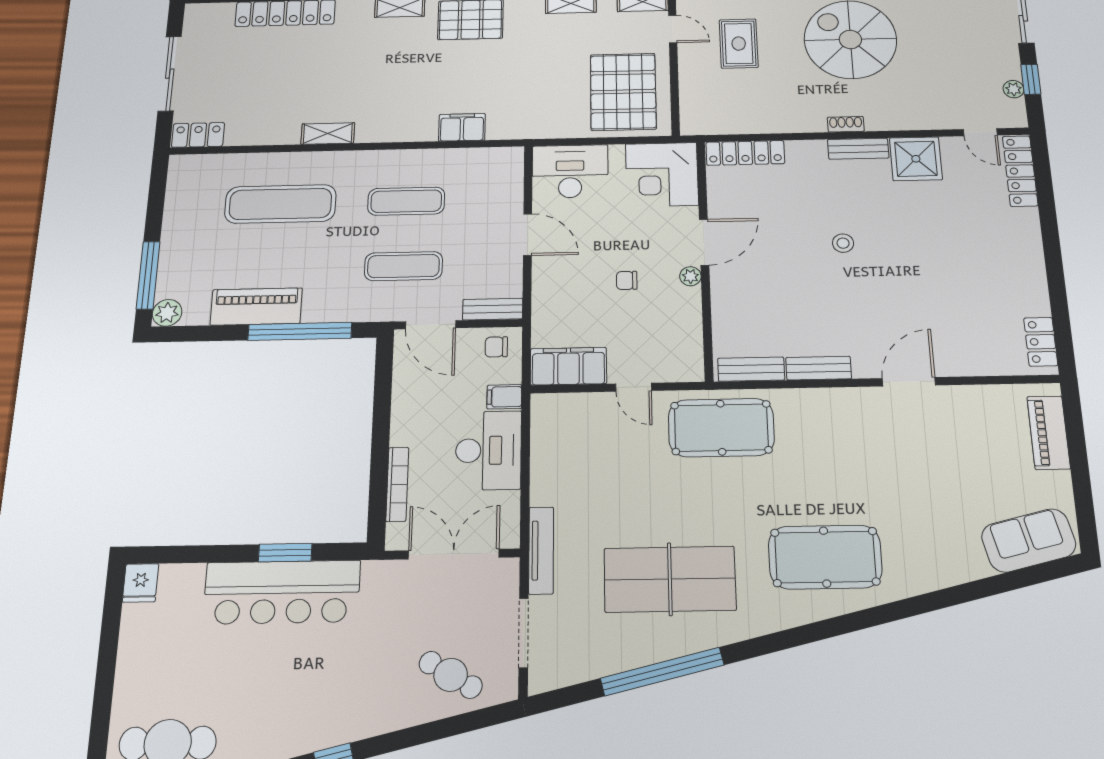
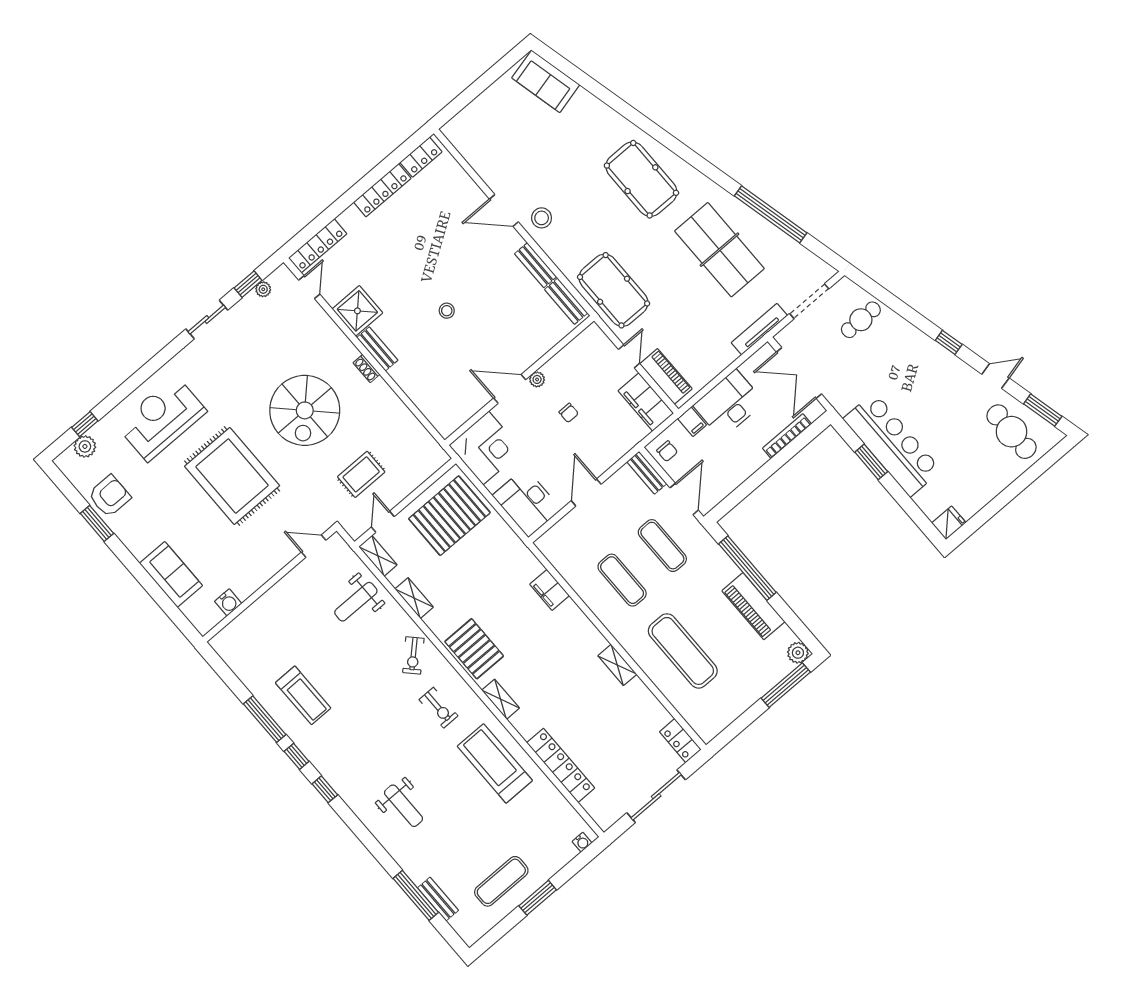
locker: (745, 153) -> (382, 190), moved, turned 90
stool: (868, 414) -> (542, 218), added
piano: (1049, 433) -> (666, 376), moved, turned -90
cafe table: (451, 675) -> (861, 320), turned 59

